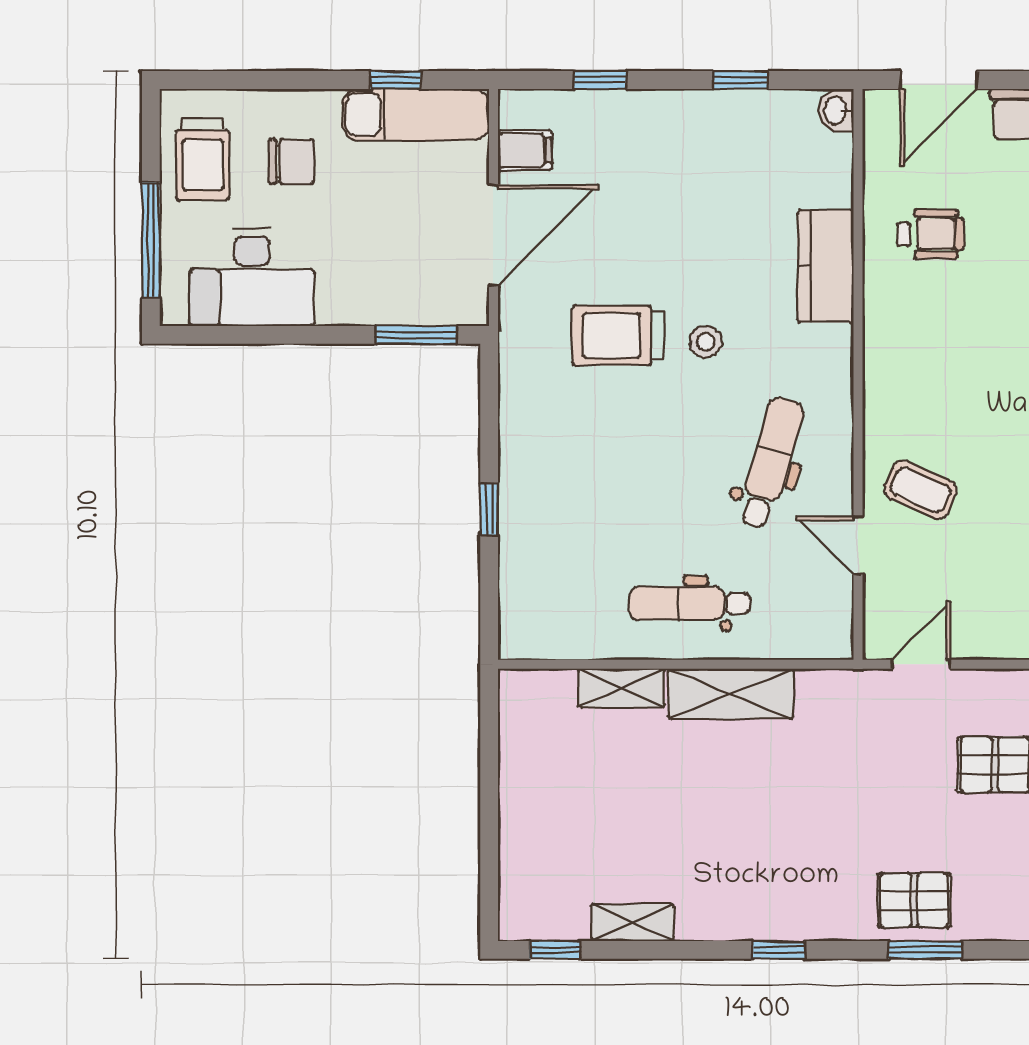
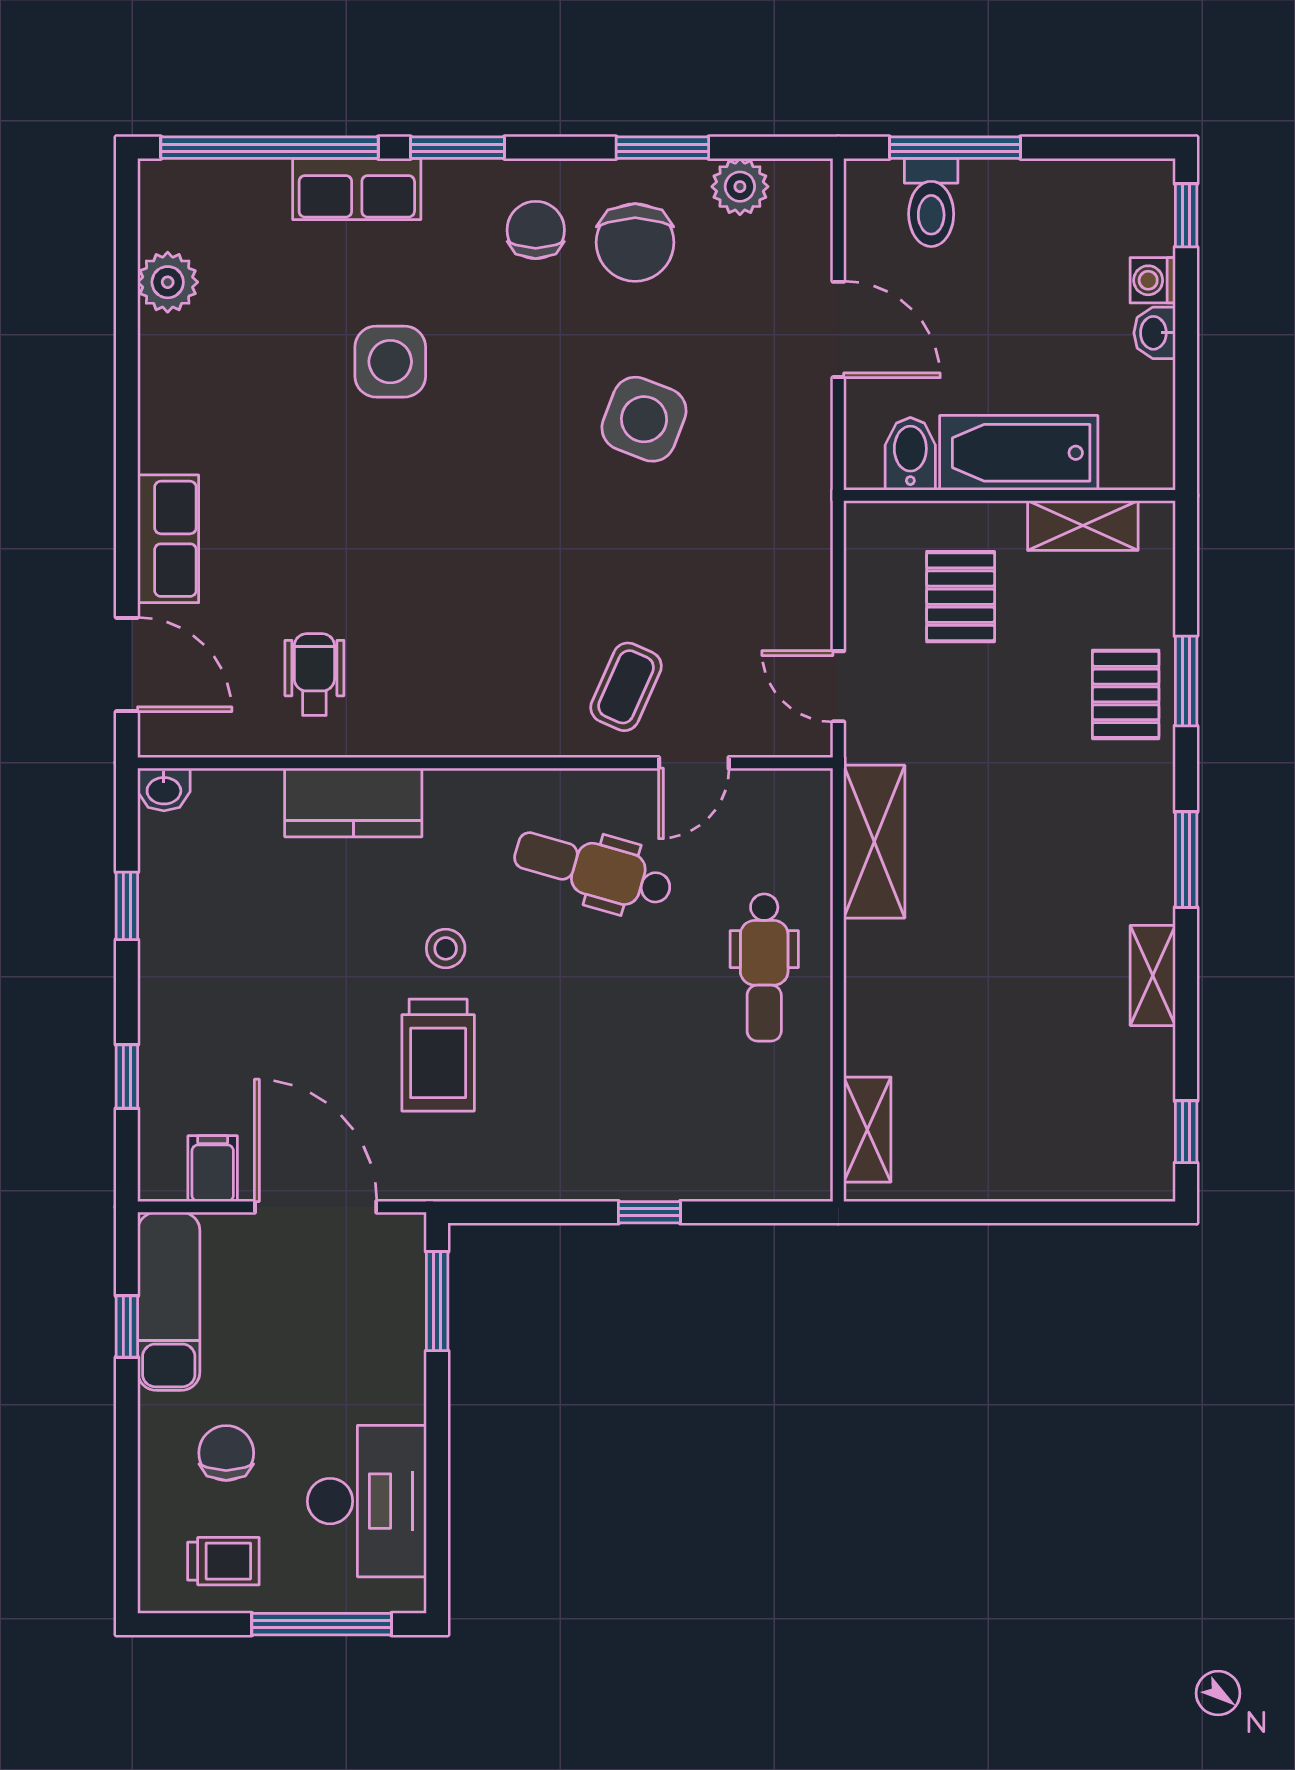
trolley: (203, 159) -> (223, 1561), width x0.73, depth x0.72
shelving: (621, 688) -> (867, 1130), moved
shelving: (731, 694) -> (874, 842), moved
shelving: (633, 922) -> (1153, 975), moved
window: (779, 950) -> (1186, 860), width x1.50

